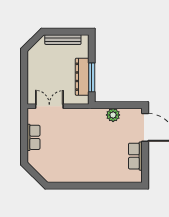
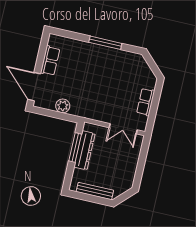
window: (86, 186) -> (105, 43), added

